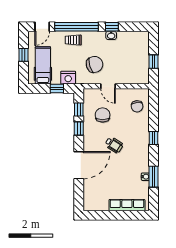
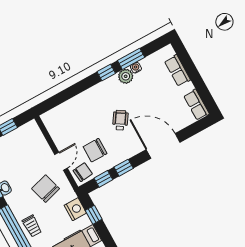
chair: (137, 106) -> (83, 172), moved
window: (154, 138) -> (106, 73), moved
plant: (143, 166) -> (126, 76), added
row of seats: (95, 205) -> (196, 105), added
row of seats: (127, 205) -> (177, 71), width x0.68

